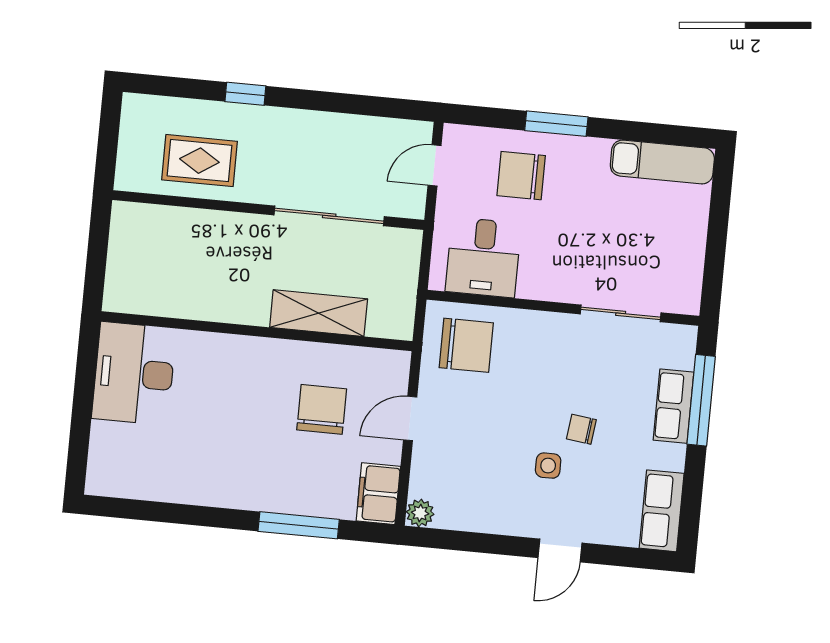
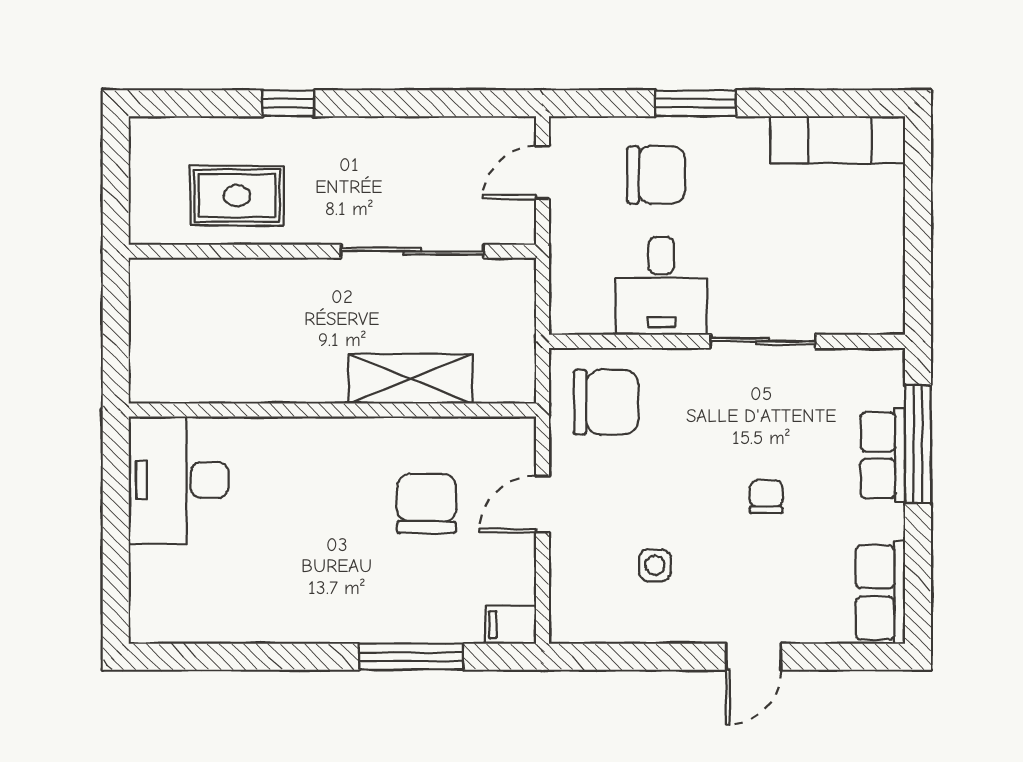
chair: (521, 176) -> (656, 175), turned 180
desk: (483, 257) -> (661, 286), moved
sliding door: (621, 313) -> (763, 341), moved
chair: (581, 429) -> (766, 497), turned 83
side table: (548, 466) -> (655, 565), moved
filing cabinet: (378, 494) -> (511, 625), width x0.50
plant: (420, 513) -> (567, 626), removed

